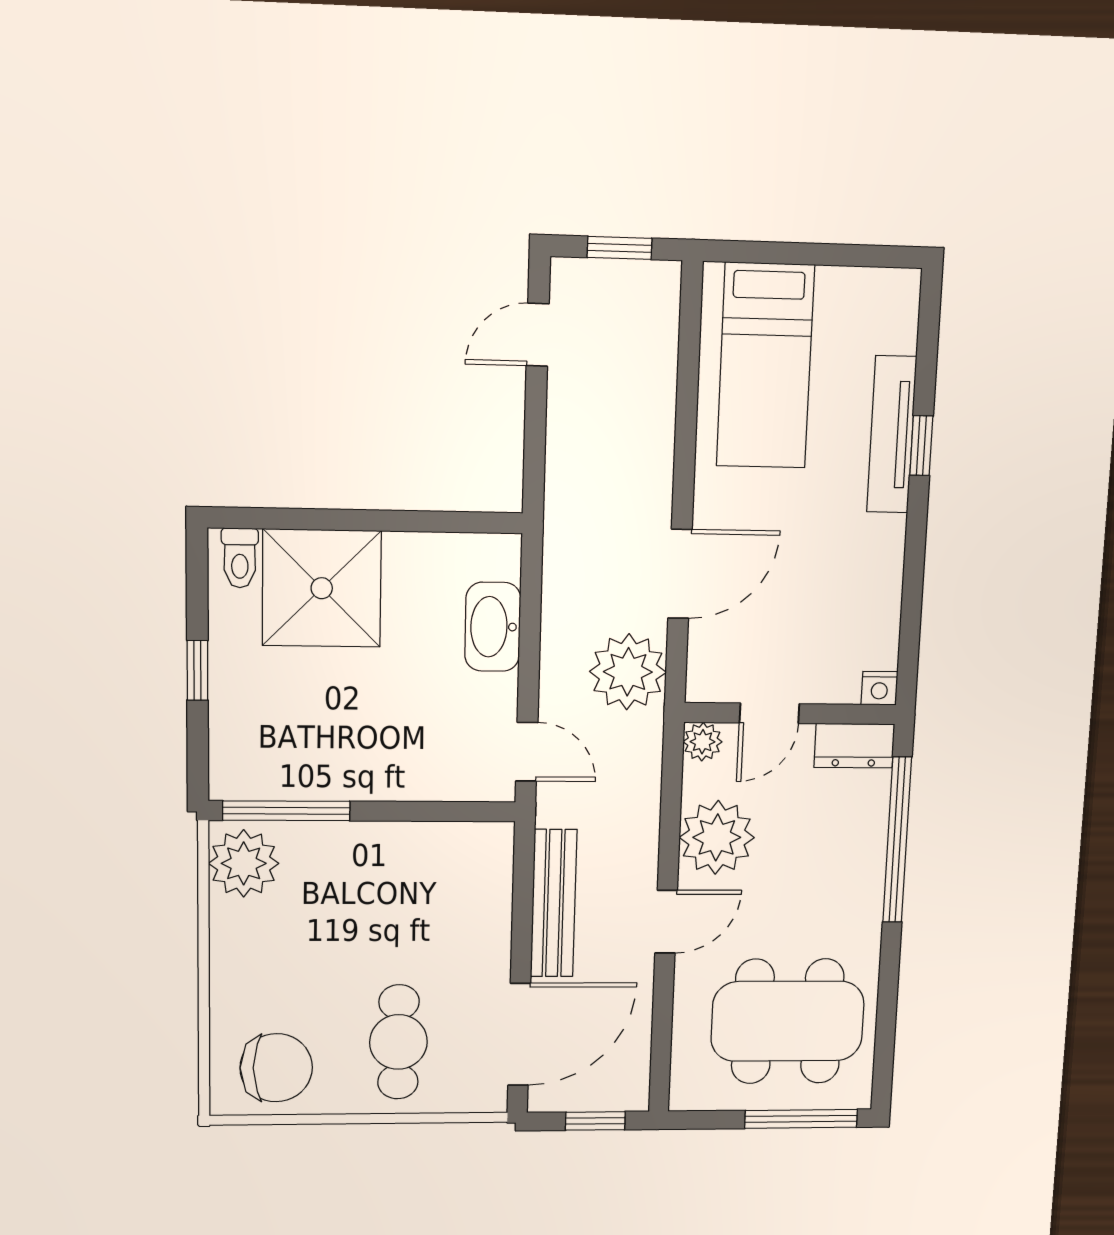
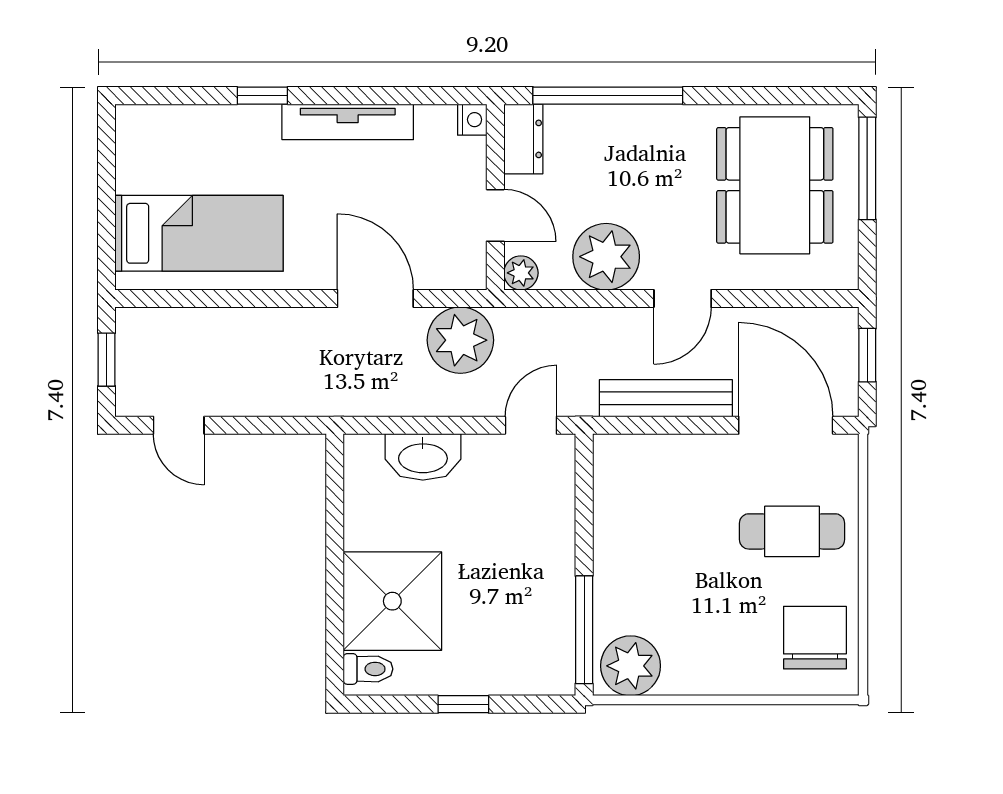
tv unit: (892, 435) -> (348, 122), moved
door: (666, 922) -> (683, 298), swing flipped

